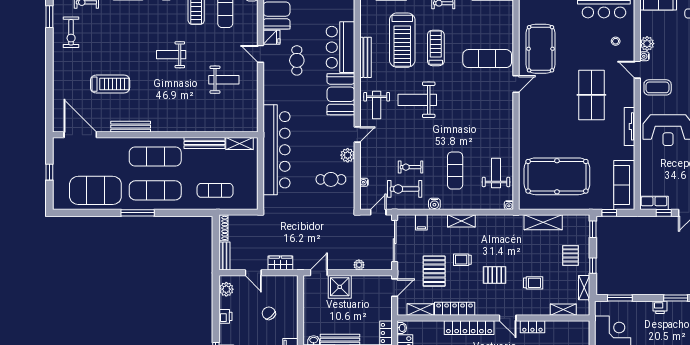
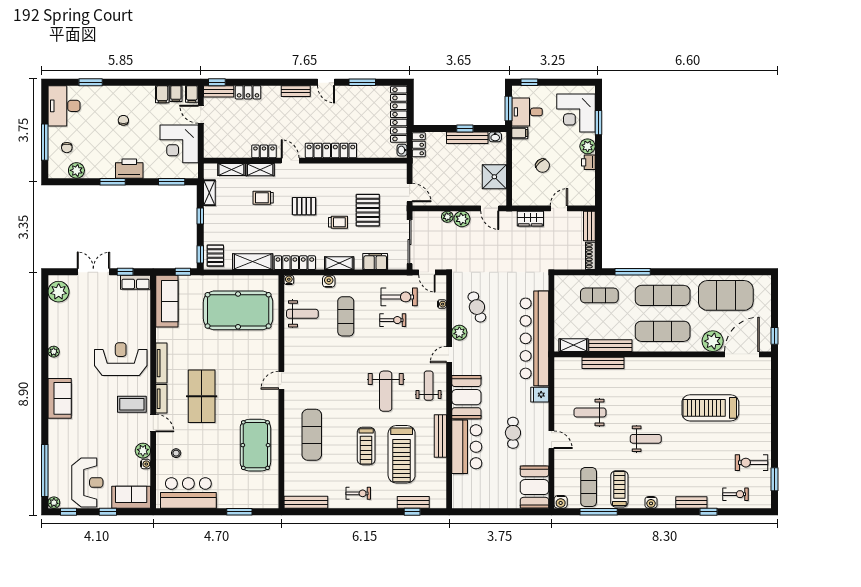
exercise bike: (71, 32) -> (752, 463), turned -90
fridge: (271, 37) -> (540, 395), moved
treadmill: (402, 40) -> (402, 454), turned 180
water cooler: (644, 56) -> (146, 464), moved
exercise mat: (487, 59) -> (312, 435), turned 90
treadmill: (110, 84) -> (710, 408), width x1.37, depth x1.38
door: (516, 84) -> (281, 380), moved
tv unit: (630, 93) -> (161, 399), added
weight bench: (417, 100) -> (386, 391), turned 90
bench: (131, 127) -> (603, 363), moved
door: (80, 135) -> (742, 354), swing flipped
plant: (108, 147) -> (713, 341), added
window: (49, 172) -> (774, 336), moved
weight bench: (496, 173) -> (302, 314), turned -90
cafe table: (331, 179) -> (477, 307), turned 71
water cooler: (434, 204) -> (329, 281), moved
door: (378, 212) -> (427, 272), hinge flipped
window: (138, 213) -> (633, 272), moved
filing cabinet: (421, 222) -> (375, 262), width x2.00
pallet: (571, 255) -> (215, 256), moved
plant: (345, 263) -> (462, 219), added
door: (253, 273) -> (559, 208), hinge flipped
door: (319, 273) -> (490, 208), hinge flipped
shower: (340, 287) -> (494, 177), moved
door: (395, 288) -> (410, 193), swing flipped
plant: (226, 289) -> (588, 146), moved
printer: (660, 307) -> (129, 169), width x1.87, depth x1.48
shelving: (420, 309) -> (260, 170), moved
locker: (455, 309) -> (295, 263), moved, turned 180

